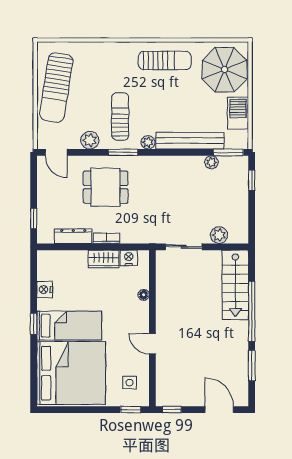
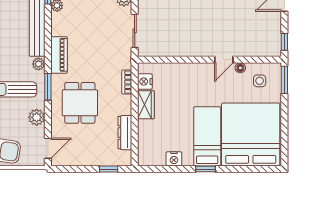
piano: (158, 165) -> (59, 55), added
bookcase: (106, 238) -> (127, 82), moved
floor lamp: (144, 295) -> (240, 68), moved
window: (131, 410) -> (284, 80), width x1.50

